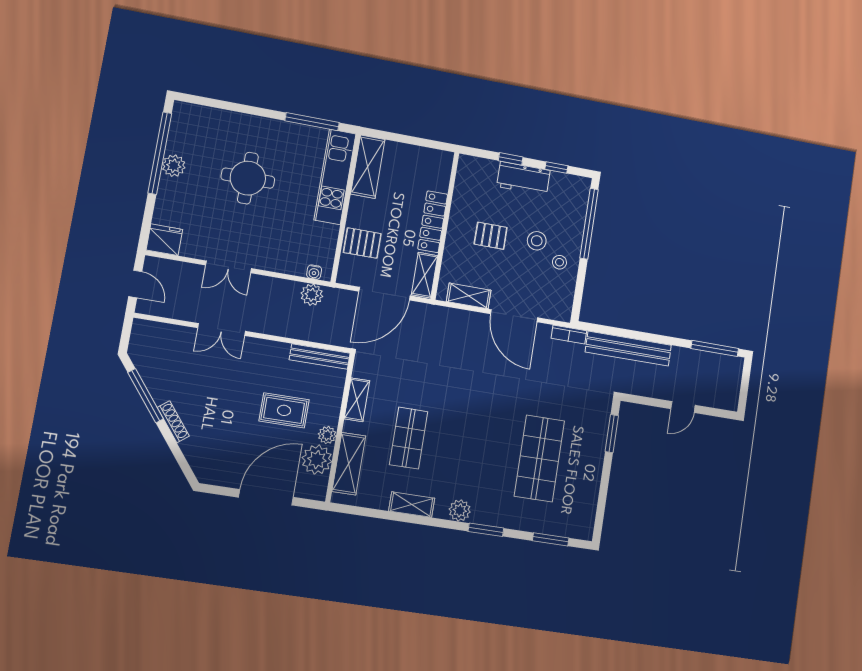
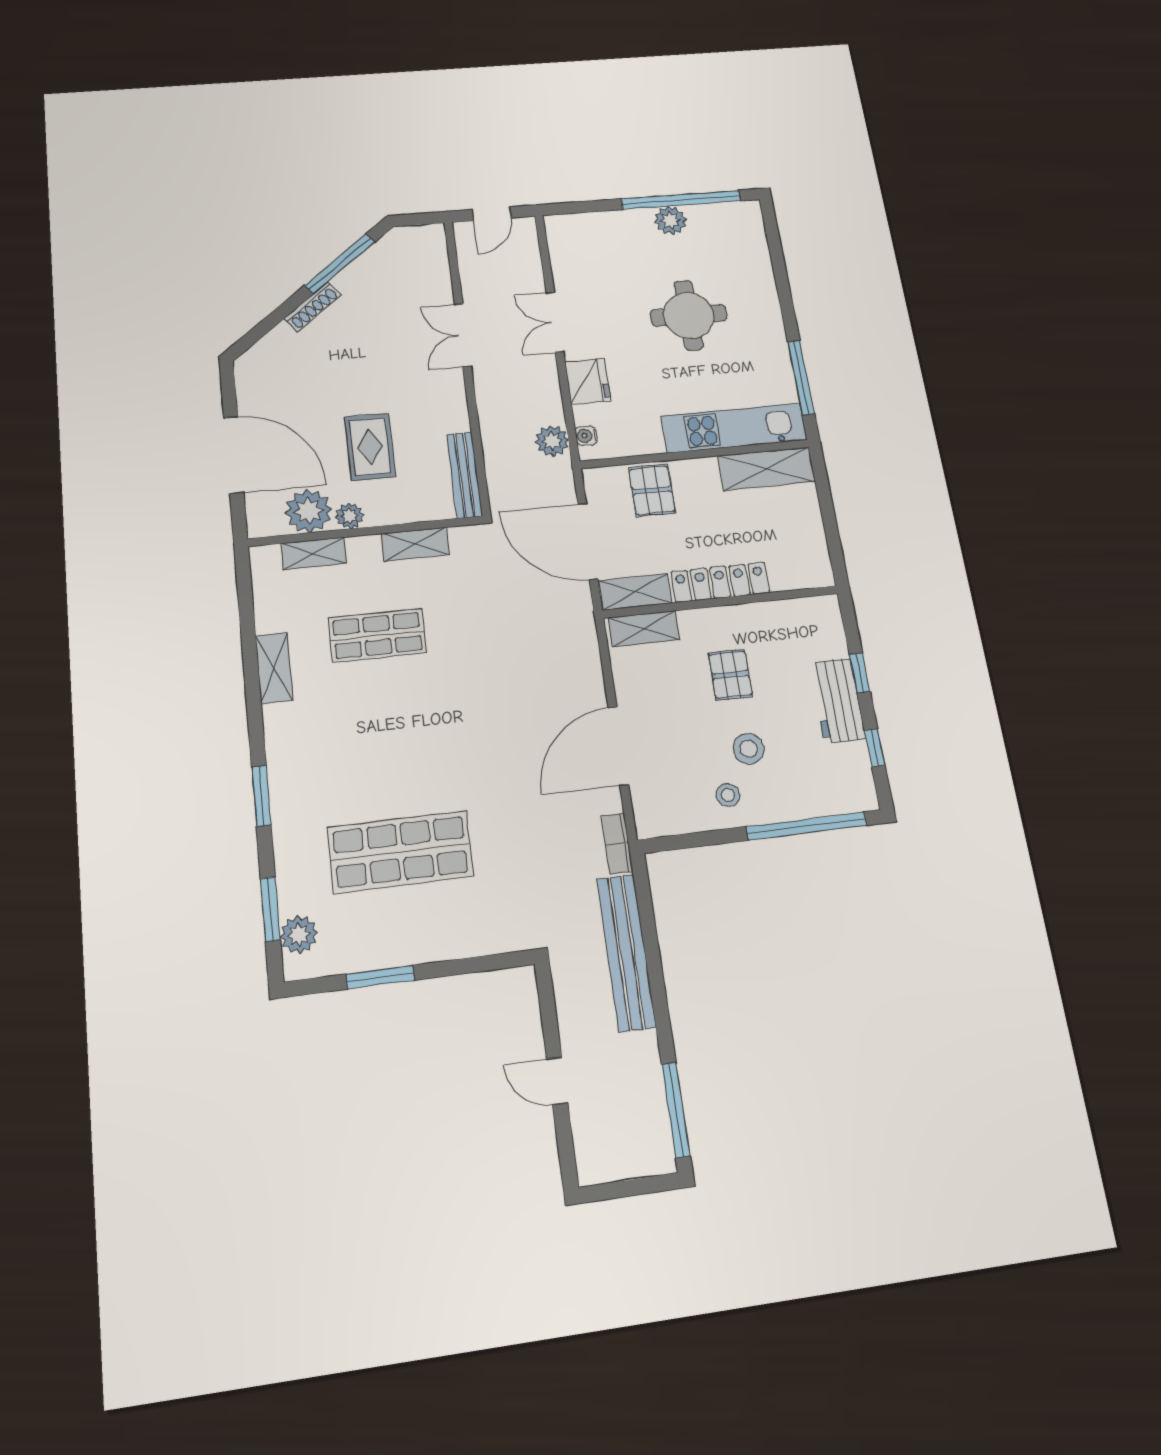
fridge: (164, 240) -> (588, 381), moved
shelving: (469, 296) -> (644, 629), moved, turned 90
window: (612, 434) -> (380, 977), moved
shelving: (349, 464) -> (314, 553), width x0.67, depth x0.75
plant: (460, 510) -> (299, 935), moved

